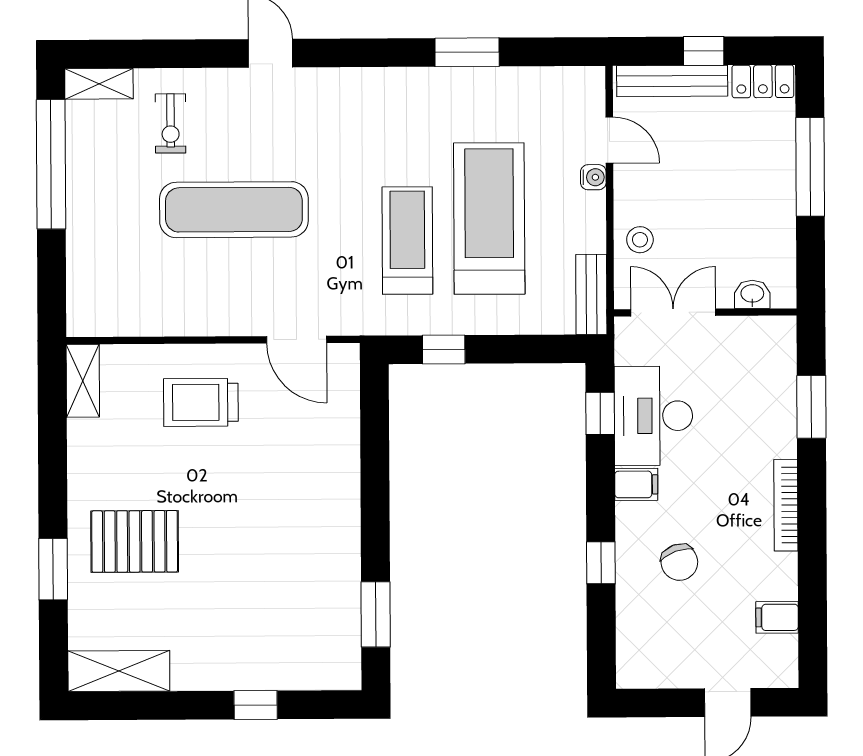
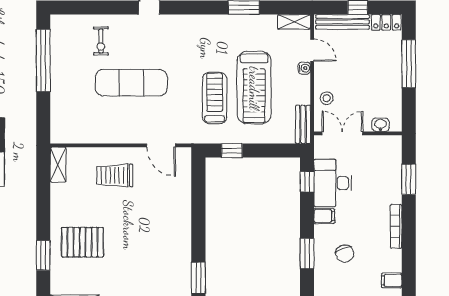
shelving: (99, 84) -> (294, 22), moved
treadmill: (489, 218) -> (254, 88), turned 180
window: (601, 563) -> (307, 254), width x1.50

